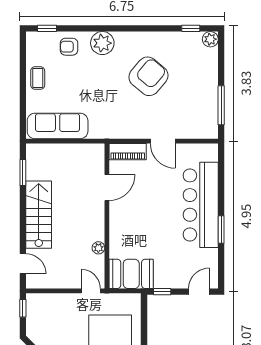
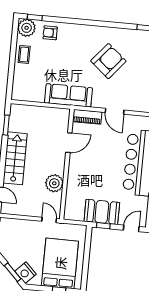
plant: (102, 43) -> (27, 28), moved
sofa: (58, 126) -> (68, 95), moved
plant: (98, 248) -> (54, 183), width x1.88, depth x1.88
booth: (131, 274) -> (102, 212), moved

